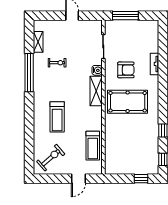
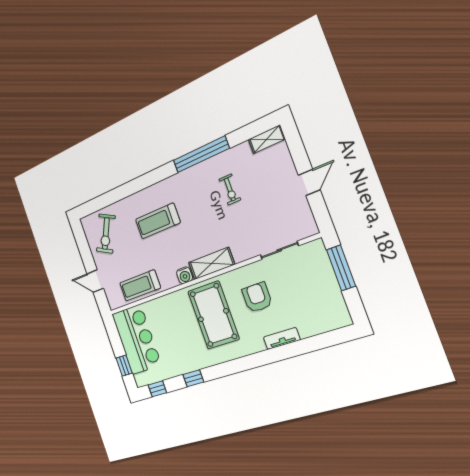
shelving: (38, 42) -> (267, 139), moved
water cooler: (97, 70) -> (185, 275), moved
armchair: (126, 70) -> (257, 297), turned 180
exercise bike: (51, 158) -> (106, 234), turned 68
bar counter: (127, 162) -> (137, 340), added

